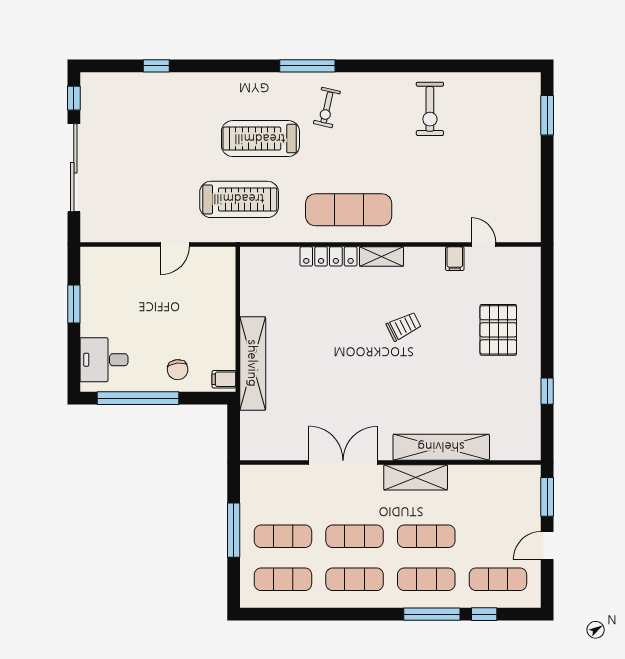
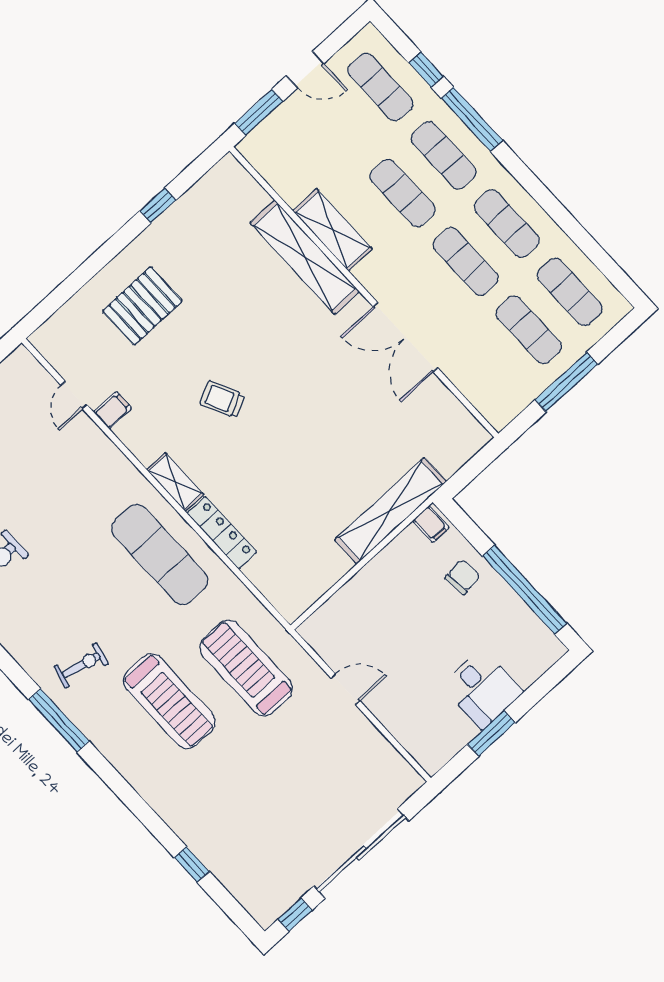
desk: (104, 360) -> (482, 689), moved
shelving: (416, 477) -> (332, 230), moved

